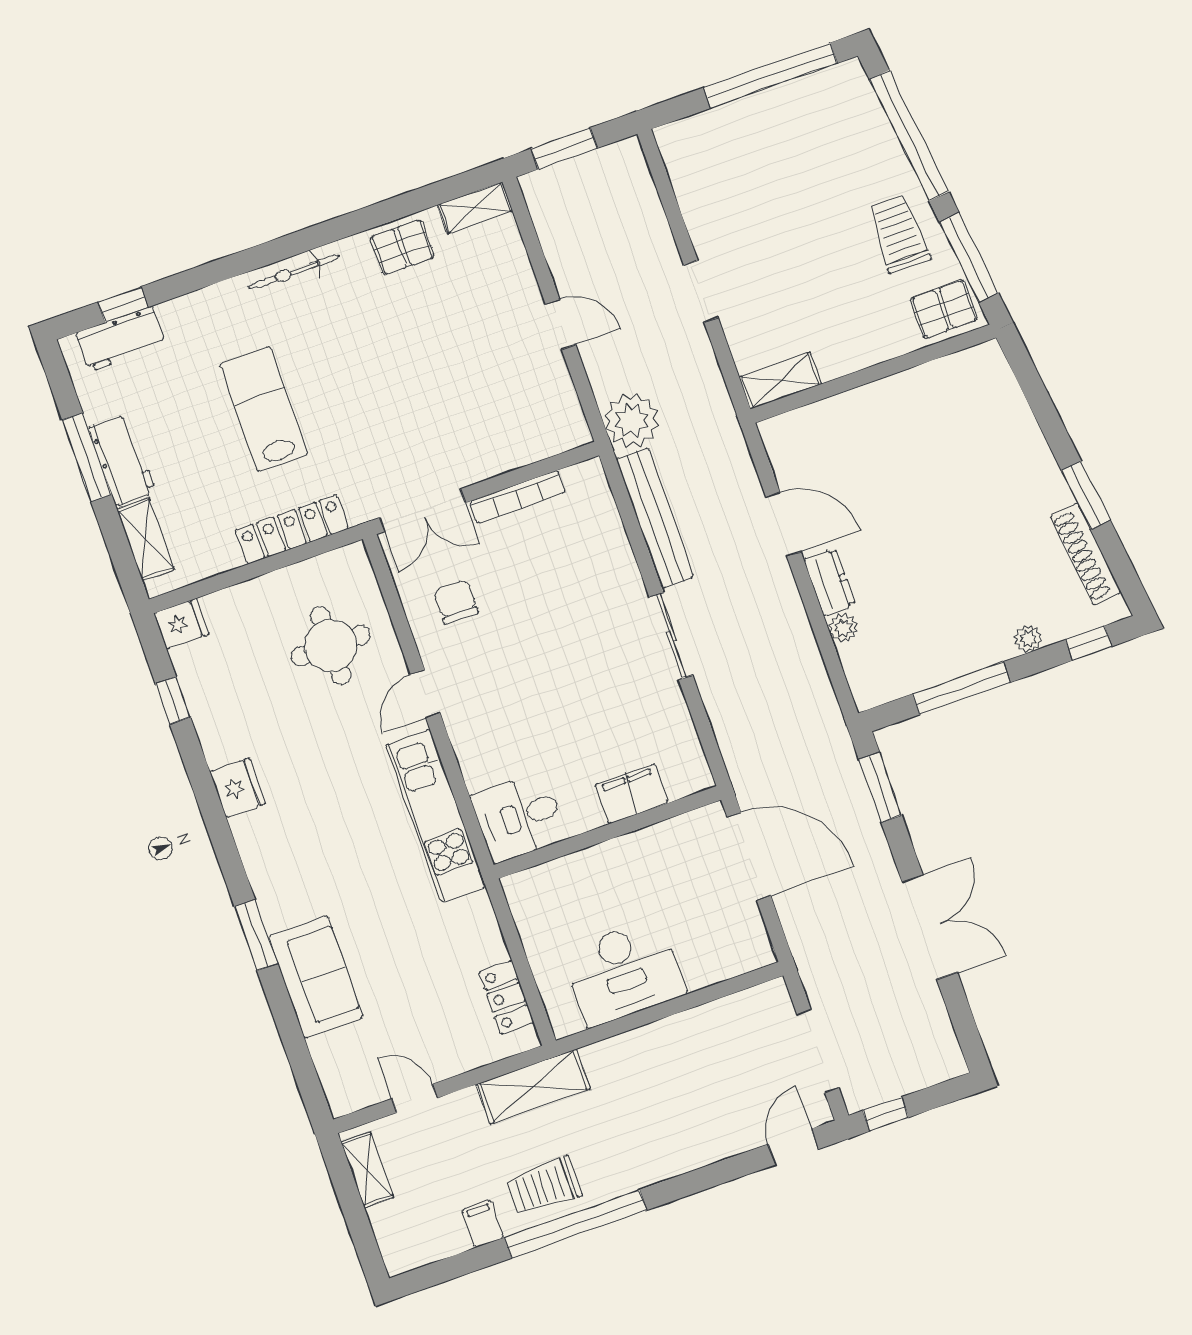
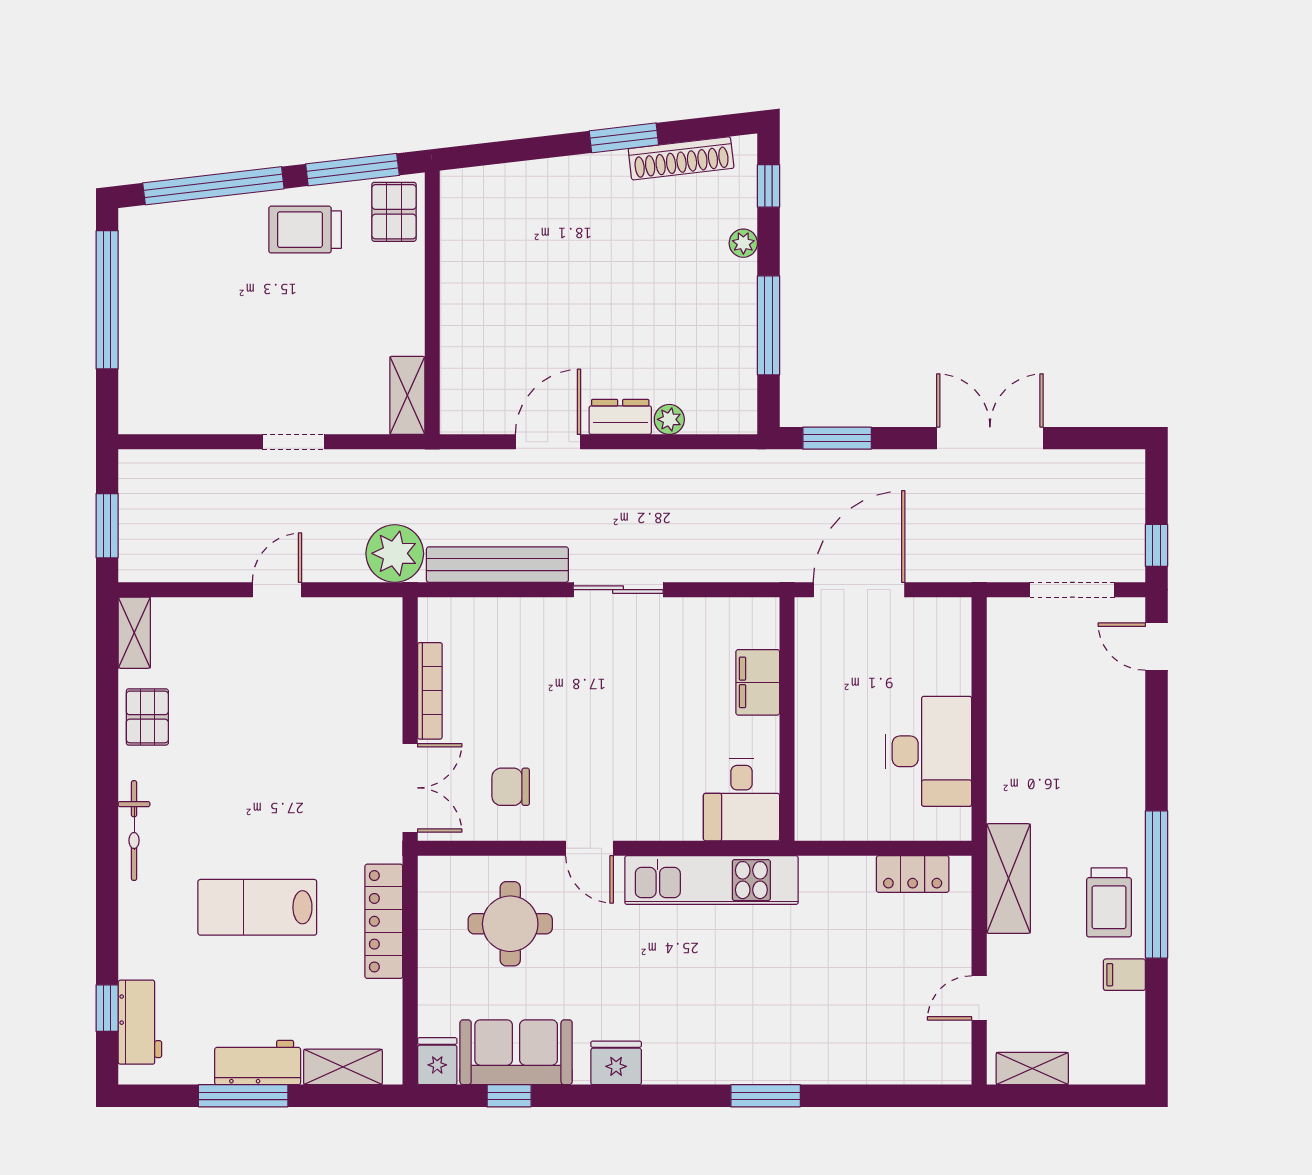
sofa: (316, 977) -> (516, 1052), moved

